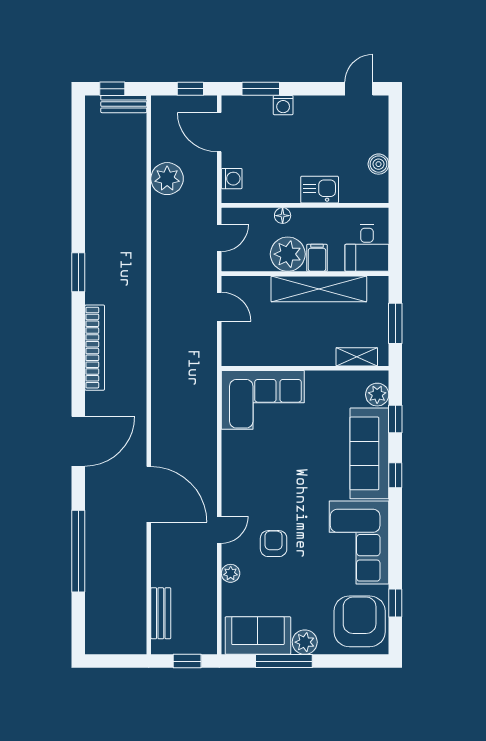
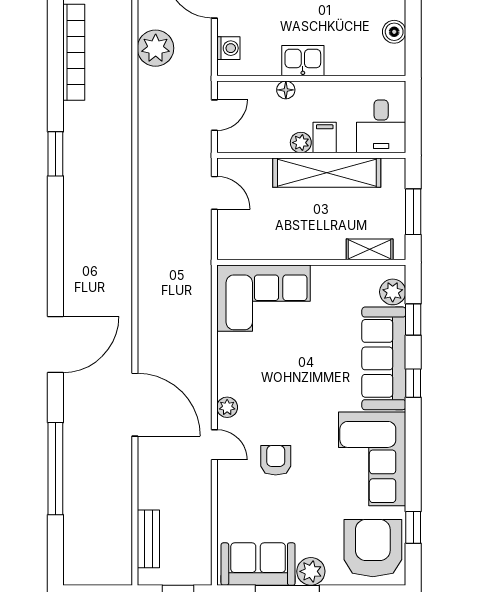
kitchen sink: (320, 190) -> (303, 61), moved
plant: (288, 254) -> (301, 143), width x0.53, depth x0.53
bookcase: (95, 348) -> (74, 52), moved
door: (219, 530) -> (214, 445), hinge flipped
plant: (231, 573) -> (227, 407), moved

